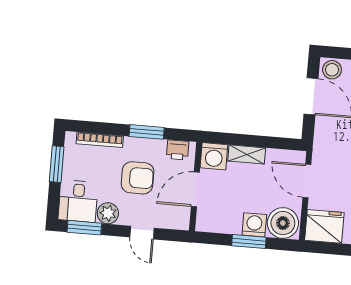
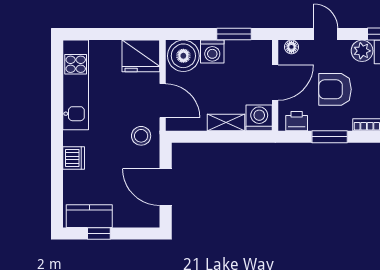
stool: (332, 70) -> (141, 136), moved
floor lamp: (177, 223) -> (291, 47), added
window: (249, 242) -> (234, 34), moved

